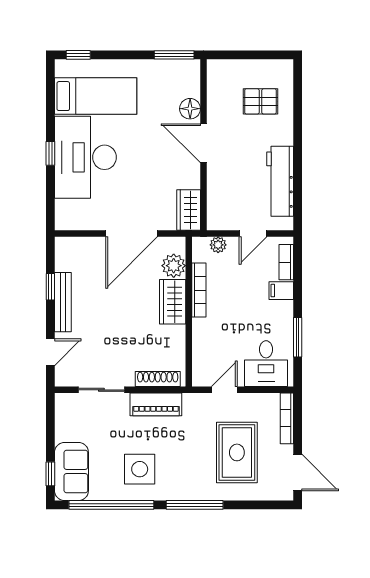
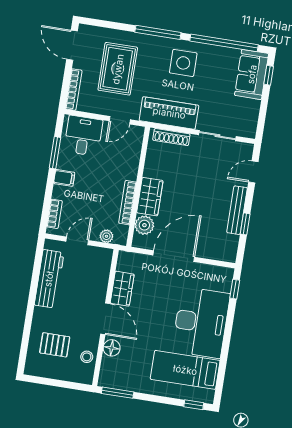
stool: (219, 93) -> (87, 357), added
window: (50, 153) -> (235, 289), moved
wardrobe: (189, 210) -> (122, 289), moved
filing cabinet: (281, 291) -> (64, 178), moved
piano: (156, 404) -> (169, 113), width x1.37, depth x1.33
side table: (140, 469) -> (183, 63), moved

